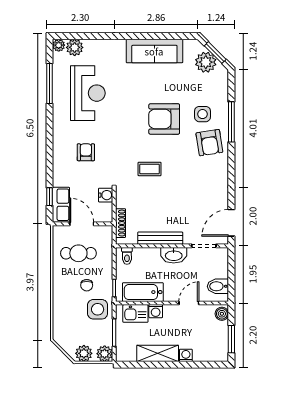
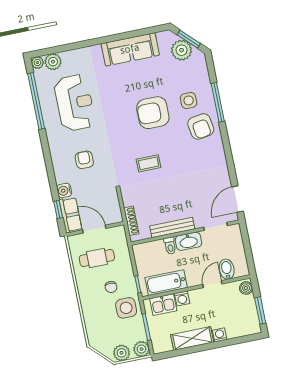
window: (50, 83) -> (36, 101), width x1.46
water cooler: (106, 195) -> (64, 190), moved, turned 180
toilet: (127, 256) -> (170, 246), moved
bidet: (218, 286) -> (227, 269), moved, turned 90

